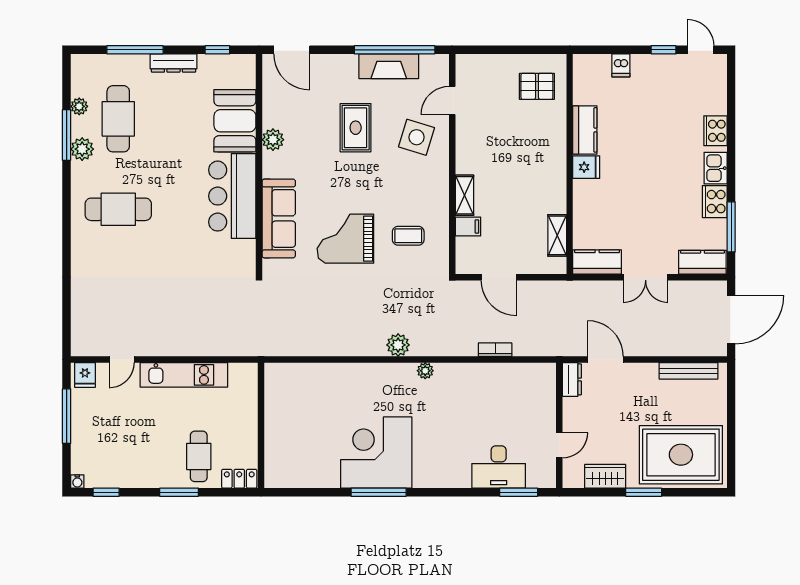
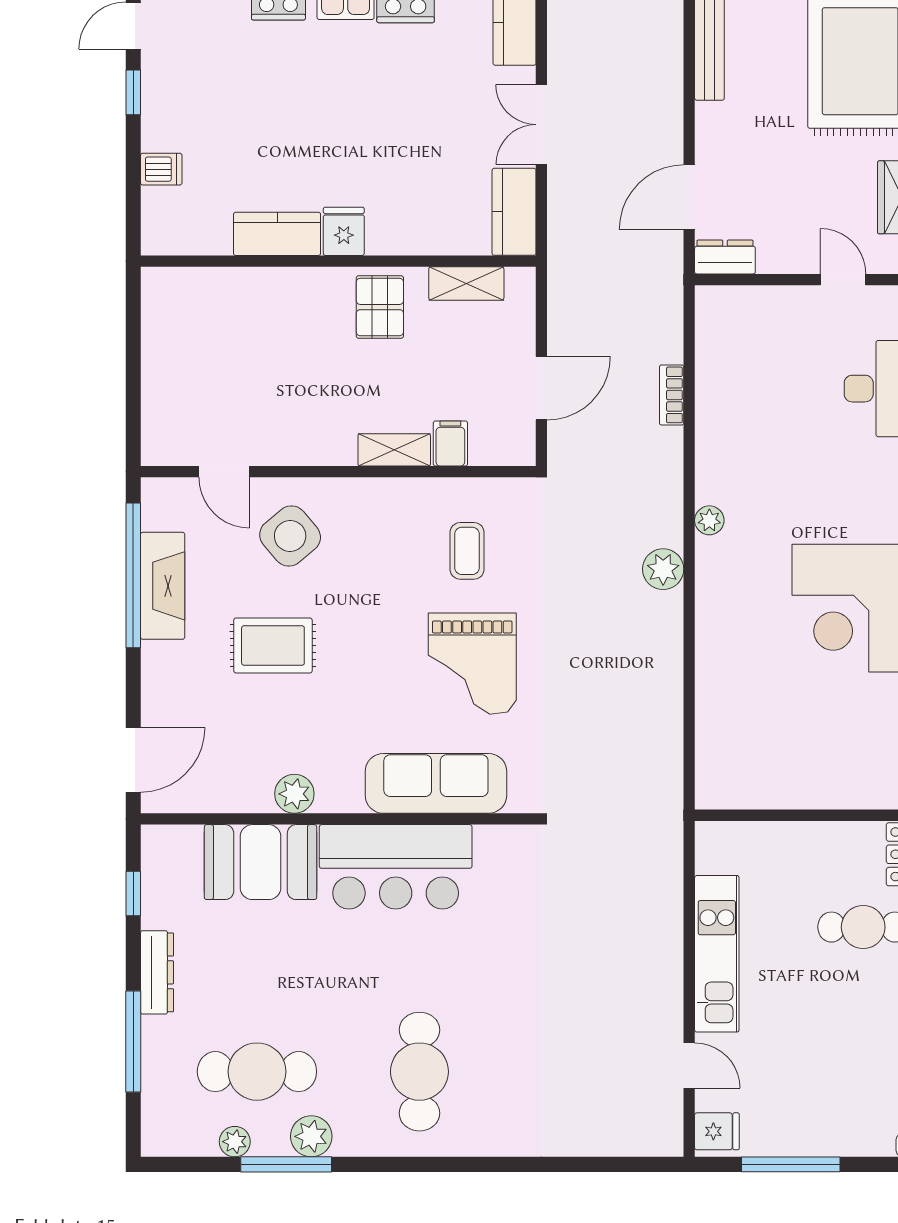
pallet: (537, 86) -> (380, 307), moved
side table: (417, 137) -> (290, 536), turned 33
double door: (646, 277) -> (541, 125), swing flipped

